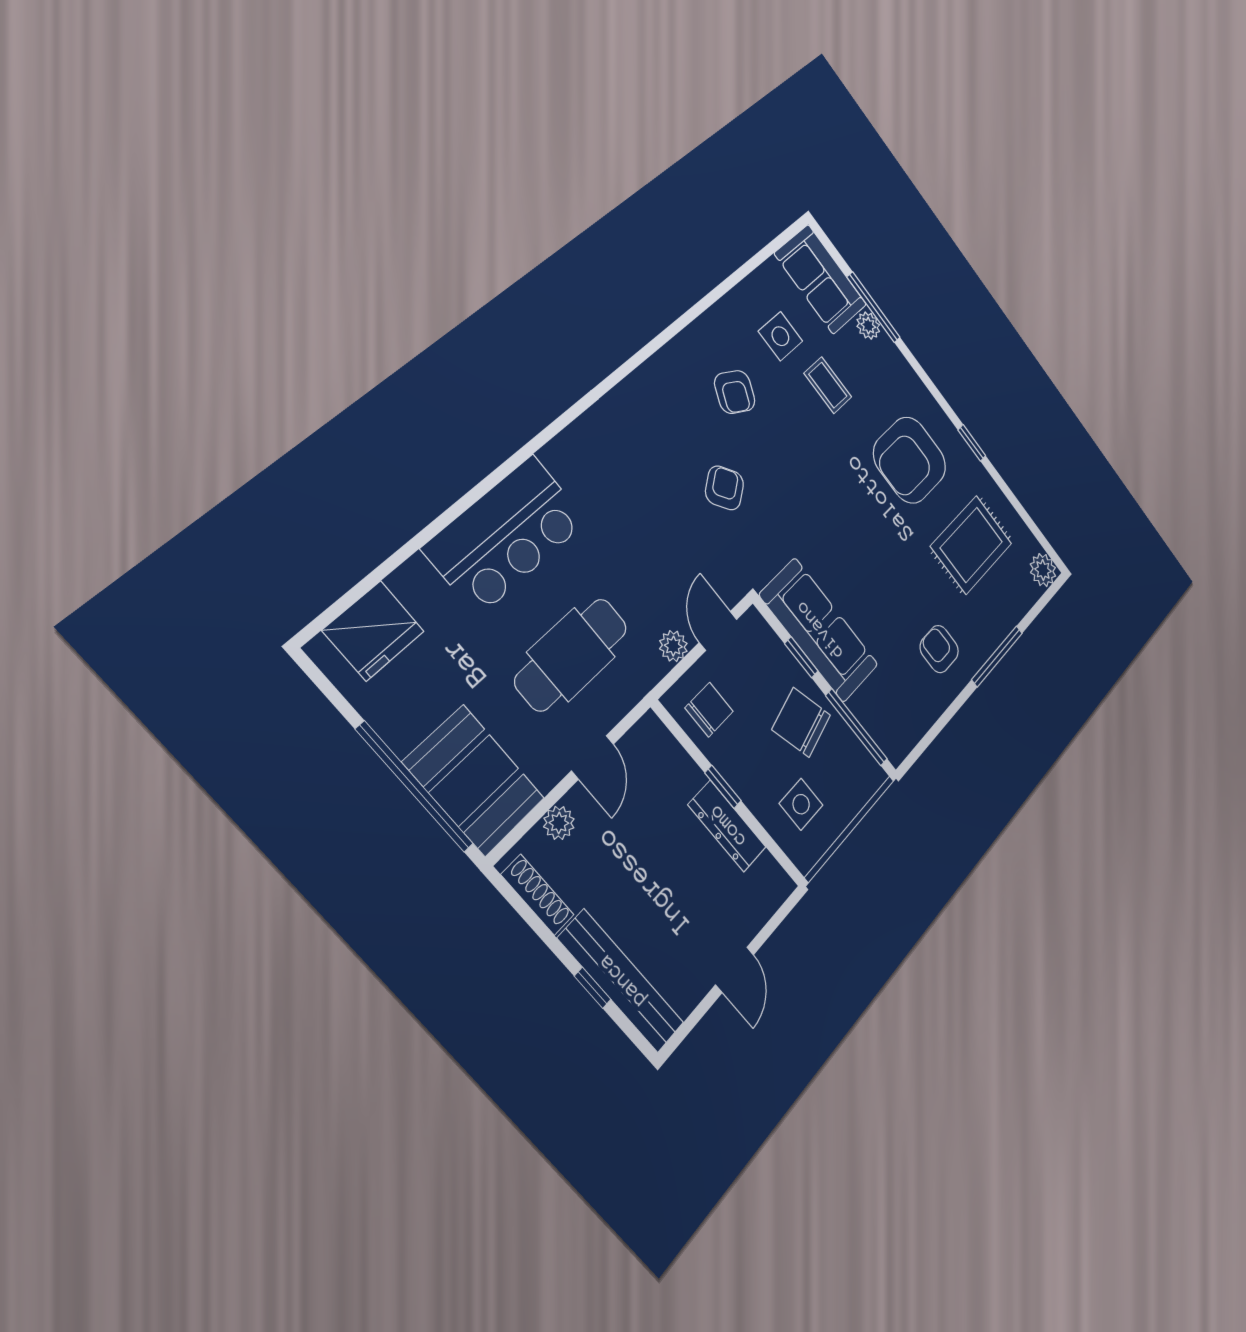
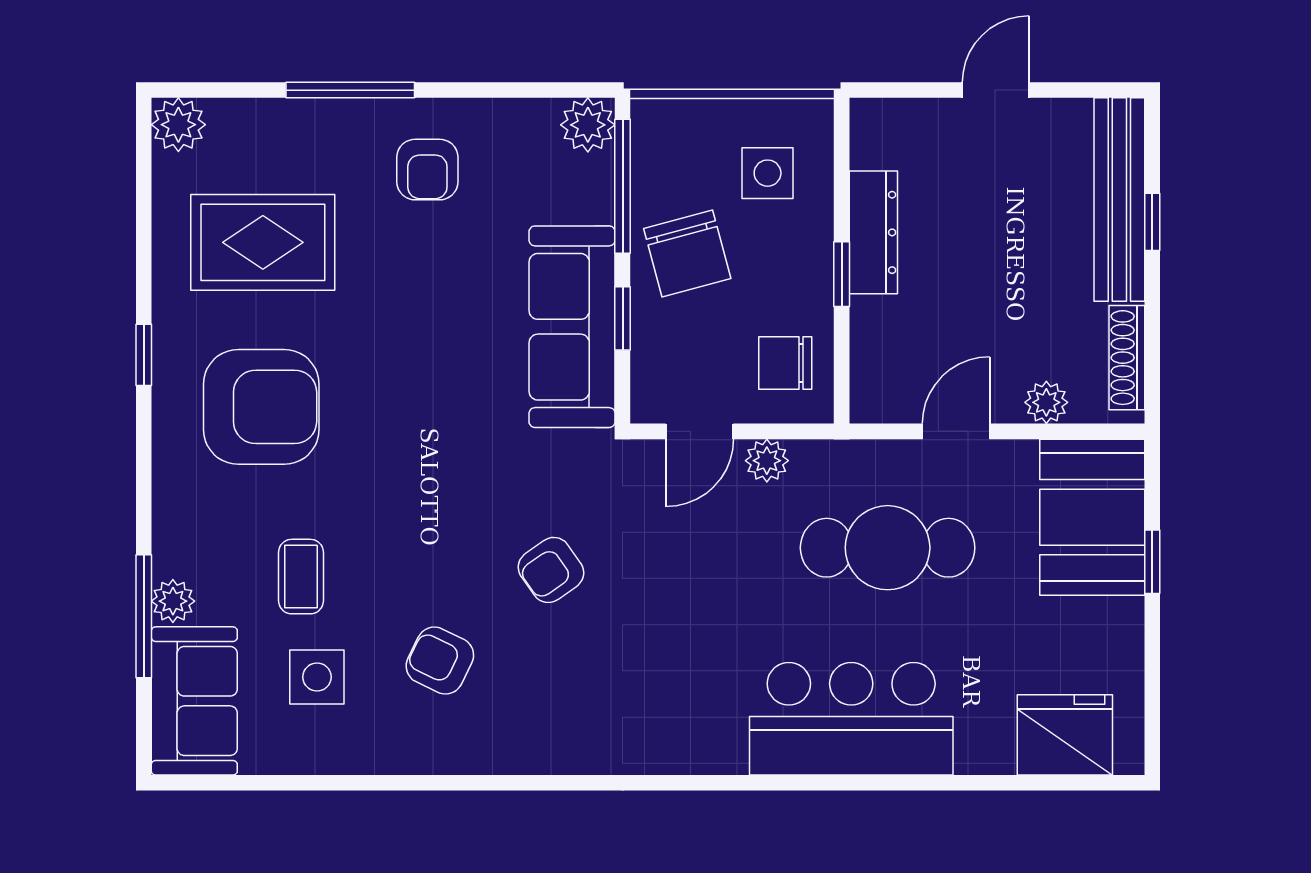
armchair: (735, 392) -> (440, 661), turned -90
plant: (895, 743) -> (588, 125), added
window: (415, 787) -> (1152, 562), width x0.32

